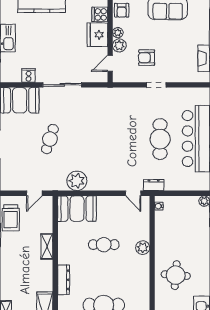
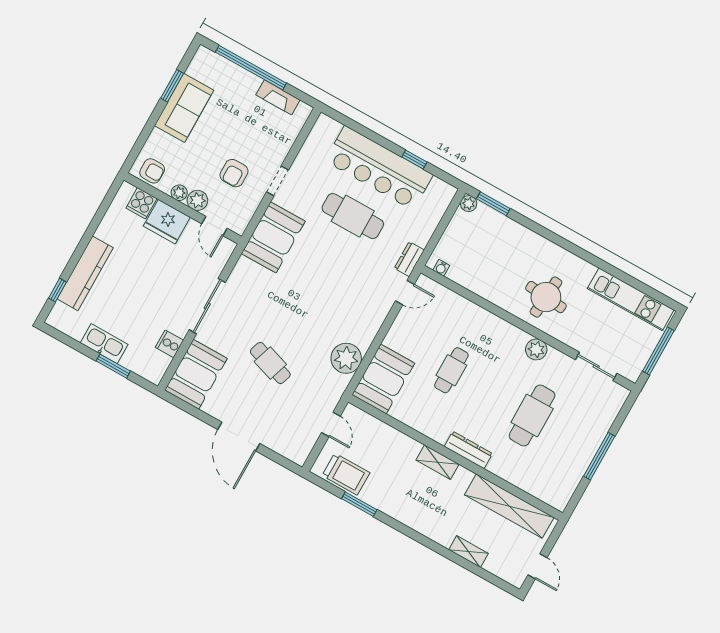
booth: (122, 101) -> (273, 237), added
shelving: (47, 246) -> (437, 462), moved
plant: (143, 248) -> (536, 349), moved

